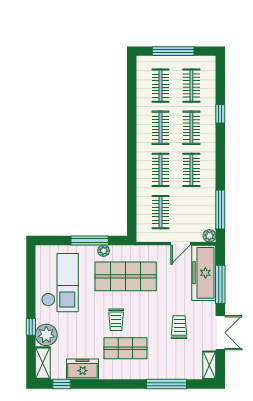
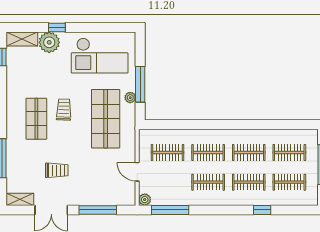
freezer: (204, 273) -> (109, 194), removed
trolley: (116, 320) -> (64, 110), turned 92
freezer: (83, 369) -> (16, 77), removed

